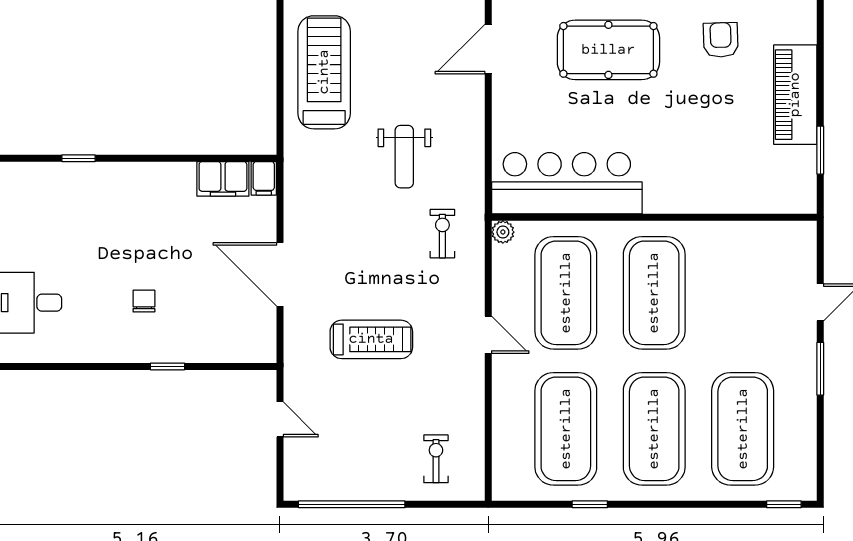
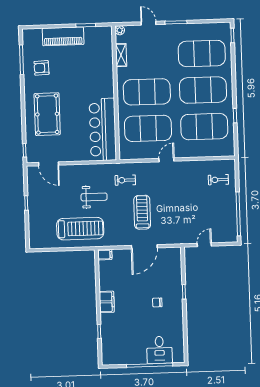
treadmill: (324, 72) -> (80, 229), moved, turned 180
filing cabinet: (223, 179) -> (107, 302), moved
plant: (503, 232) -> (120, 30), moved
shelving: (745, 233) -> (121, 55), added
treadmill: (371, 339) -> (142, 212), moved

